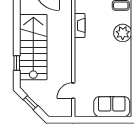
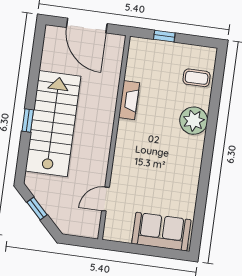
window: (17, 63) -> (28, 121), moved

